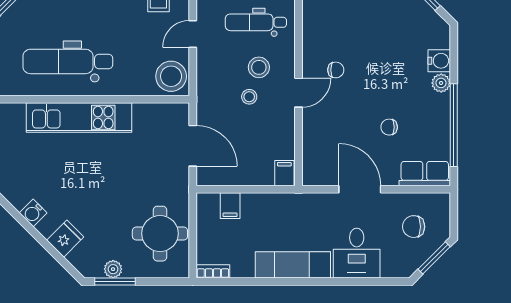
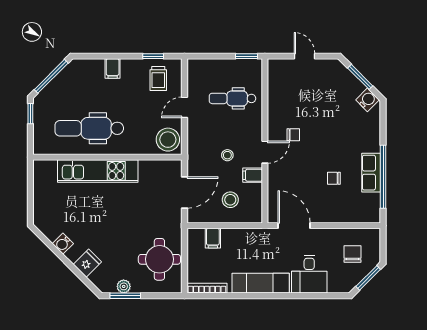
water cooler: (439, 61) -> (367, 100), moved, turned -45
stool: (259, 67) -> (230, 200), moved
plant: (441, 83) -> (373, 145), removed
door: (193, 146) -> (184, 193), hinge flipped
filing cabinet: (284, 173) -> (253, 175), moved, turned -90
row of seats: (425, 174) -> (371, 173), moved, turned -90
door: (360, 189) -> (294, 226), moved
chair: (414, 227) -> (353, 254), turned 90
bookcase: (213, 271) -> (207, 288), width x1.56

